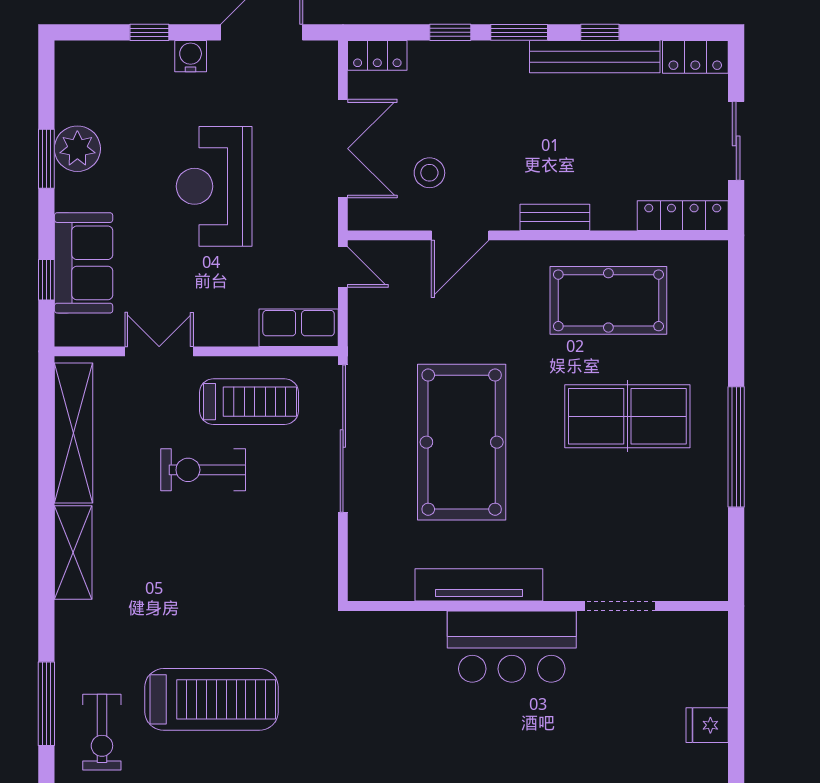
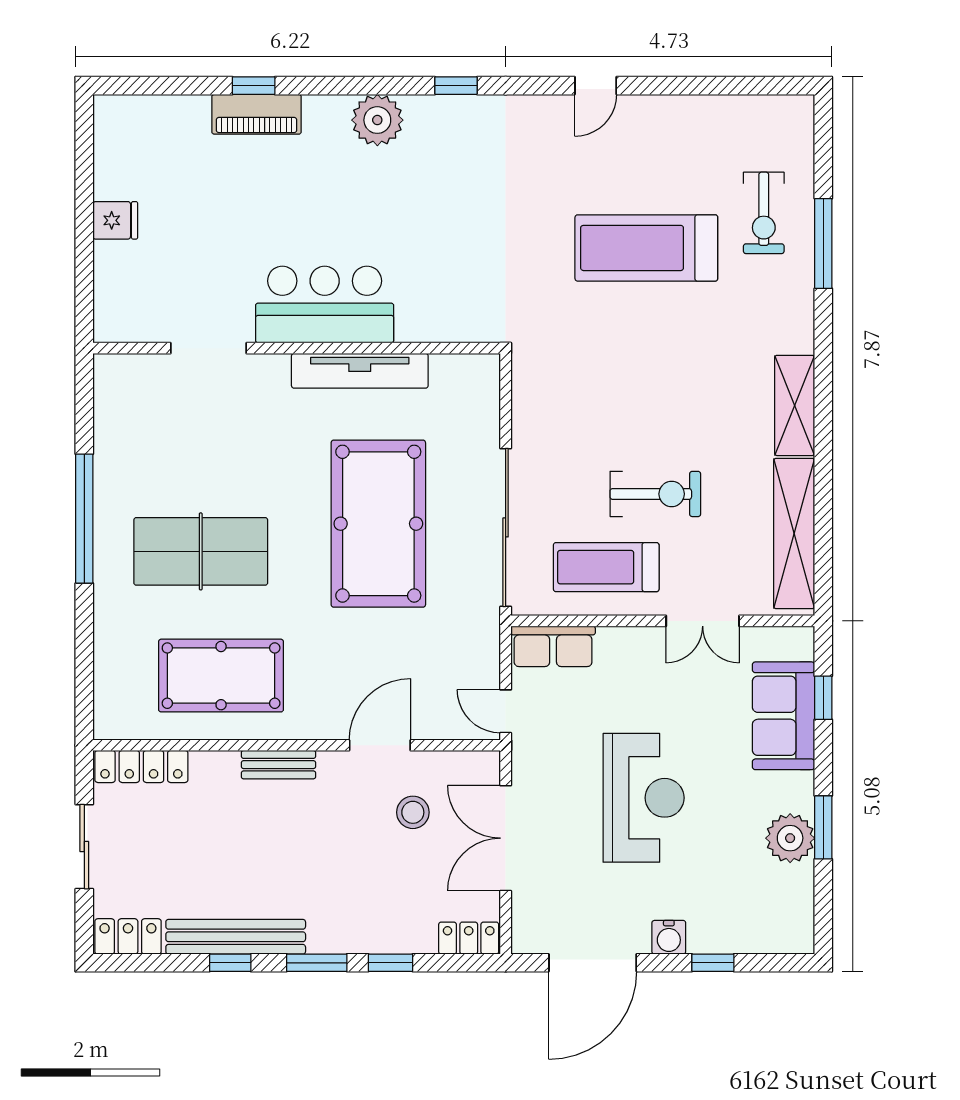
exercise bike: (102, 732) -> (764, 213), turned 180

